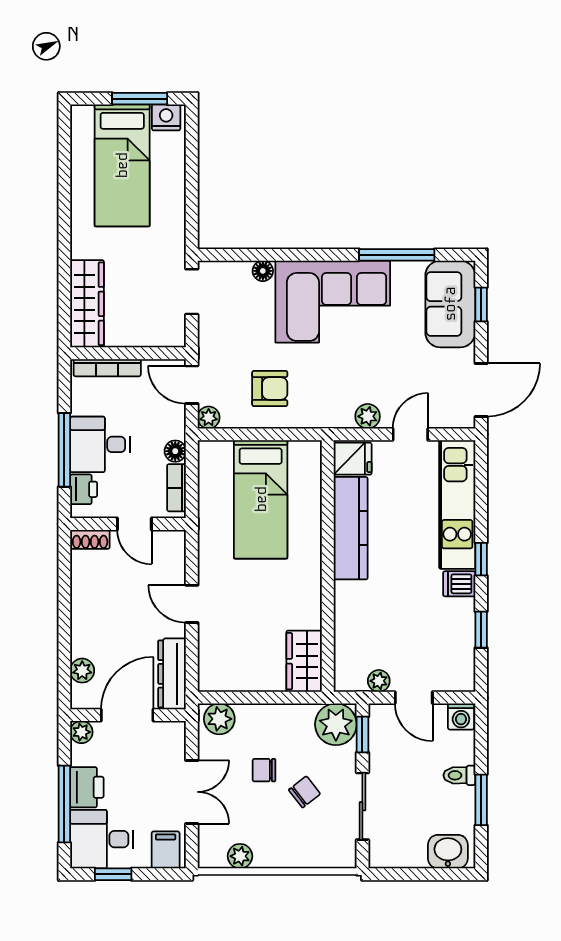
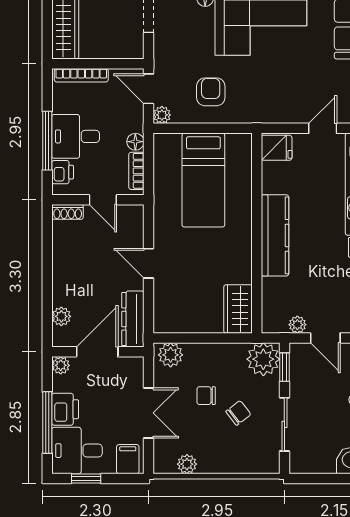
armchair: (270, 388) -> (211, 92), turned -90
plant: (368, 416) -> (289, 114), removed
kitchen counter: (351, 528) -> (275, 235), moved

